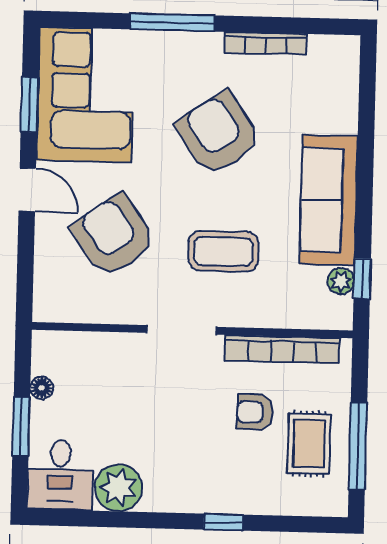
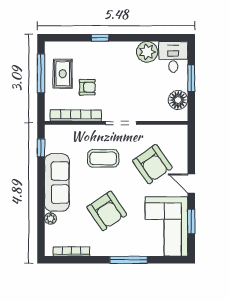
bookcase: (266, 43) -> (72, 252), moved
plant: (341, 281) -> (51, 218), moved
floor lamp: (42, 388) -> (178, 100), width x1.89, depth x1.89

